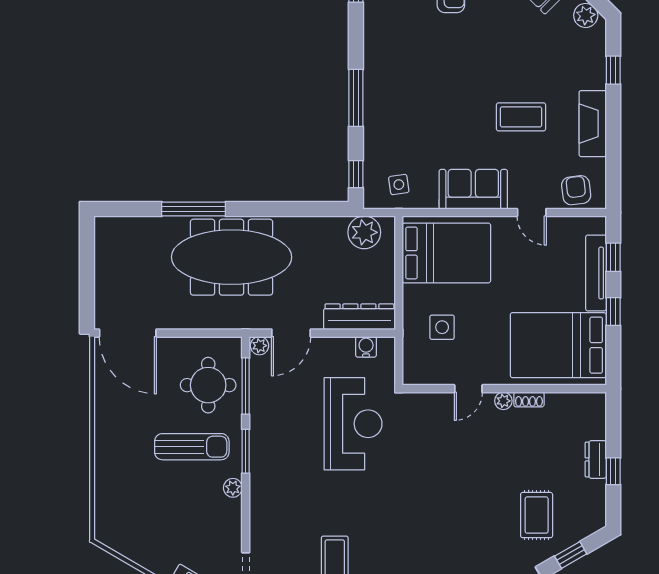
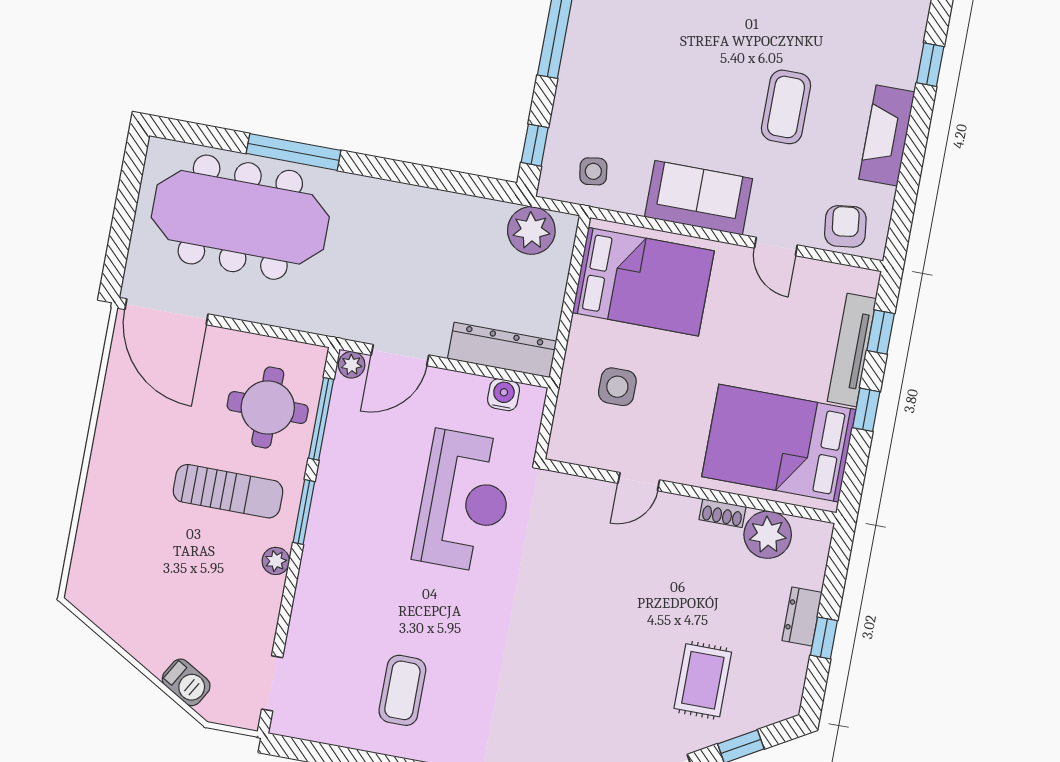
coffee table: (521, 117) -> (786, 107), turned 90
meeting table: (232, 257) -> (240, 217), moved
plant: (503, 401) -> (768, 535), moved, width x1.88, depth x1.88

